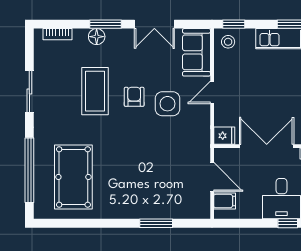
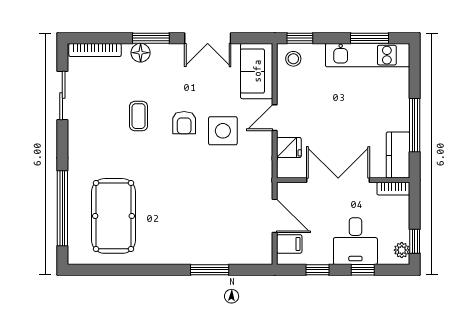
bookcase: (57, 34) -> (95, 50), width x1.56
coffee table: (95, 91) -> (139, 116), width x0.54, depth x0.58
sliding door: (29, 92) -> (62, 96), moved
armchair: (134, 97) -> (184, 123), turned 180
fridge: (224, 136) -> (289, 148), moved
window: (249, 223) -> (317, 270), added

